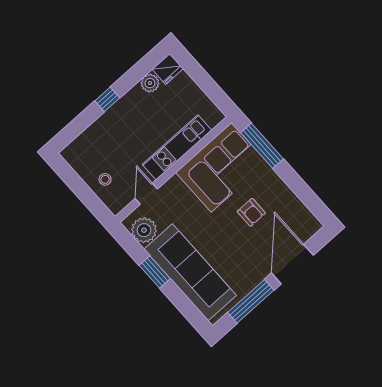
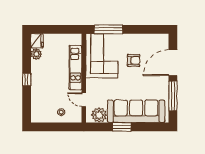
door: (292, 264) -> (173, 63), hinge flipped

